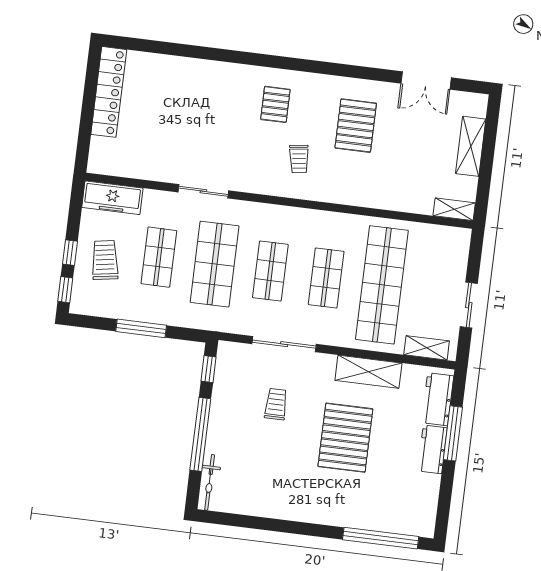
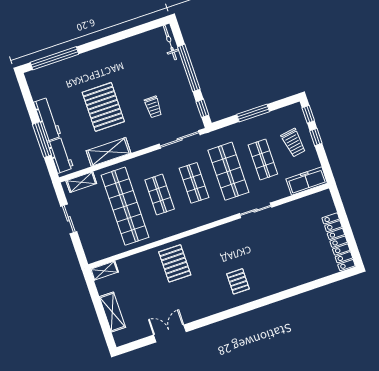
double door: (426, 80) -> (170, 333), moved
pallet: (356, 126) -> (175, 263), moved
trolley: (299, 159) -> (209, 256), removed
sliding door: (284, 344) -> (180, 139), moved
workbench: (433, 449) -> (47, 119), width x1.37

